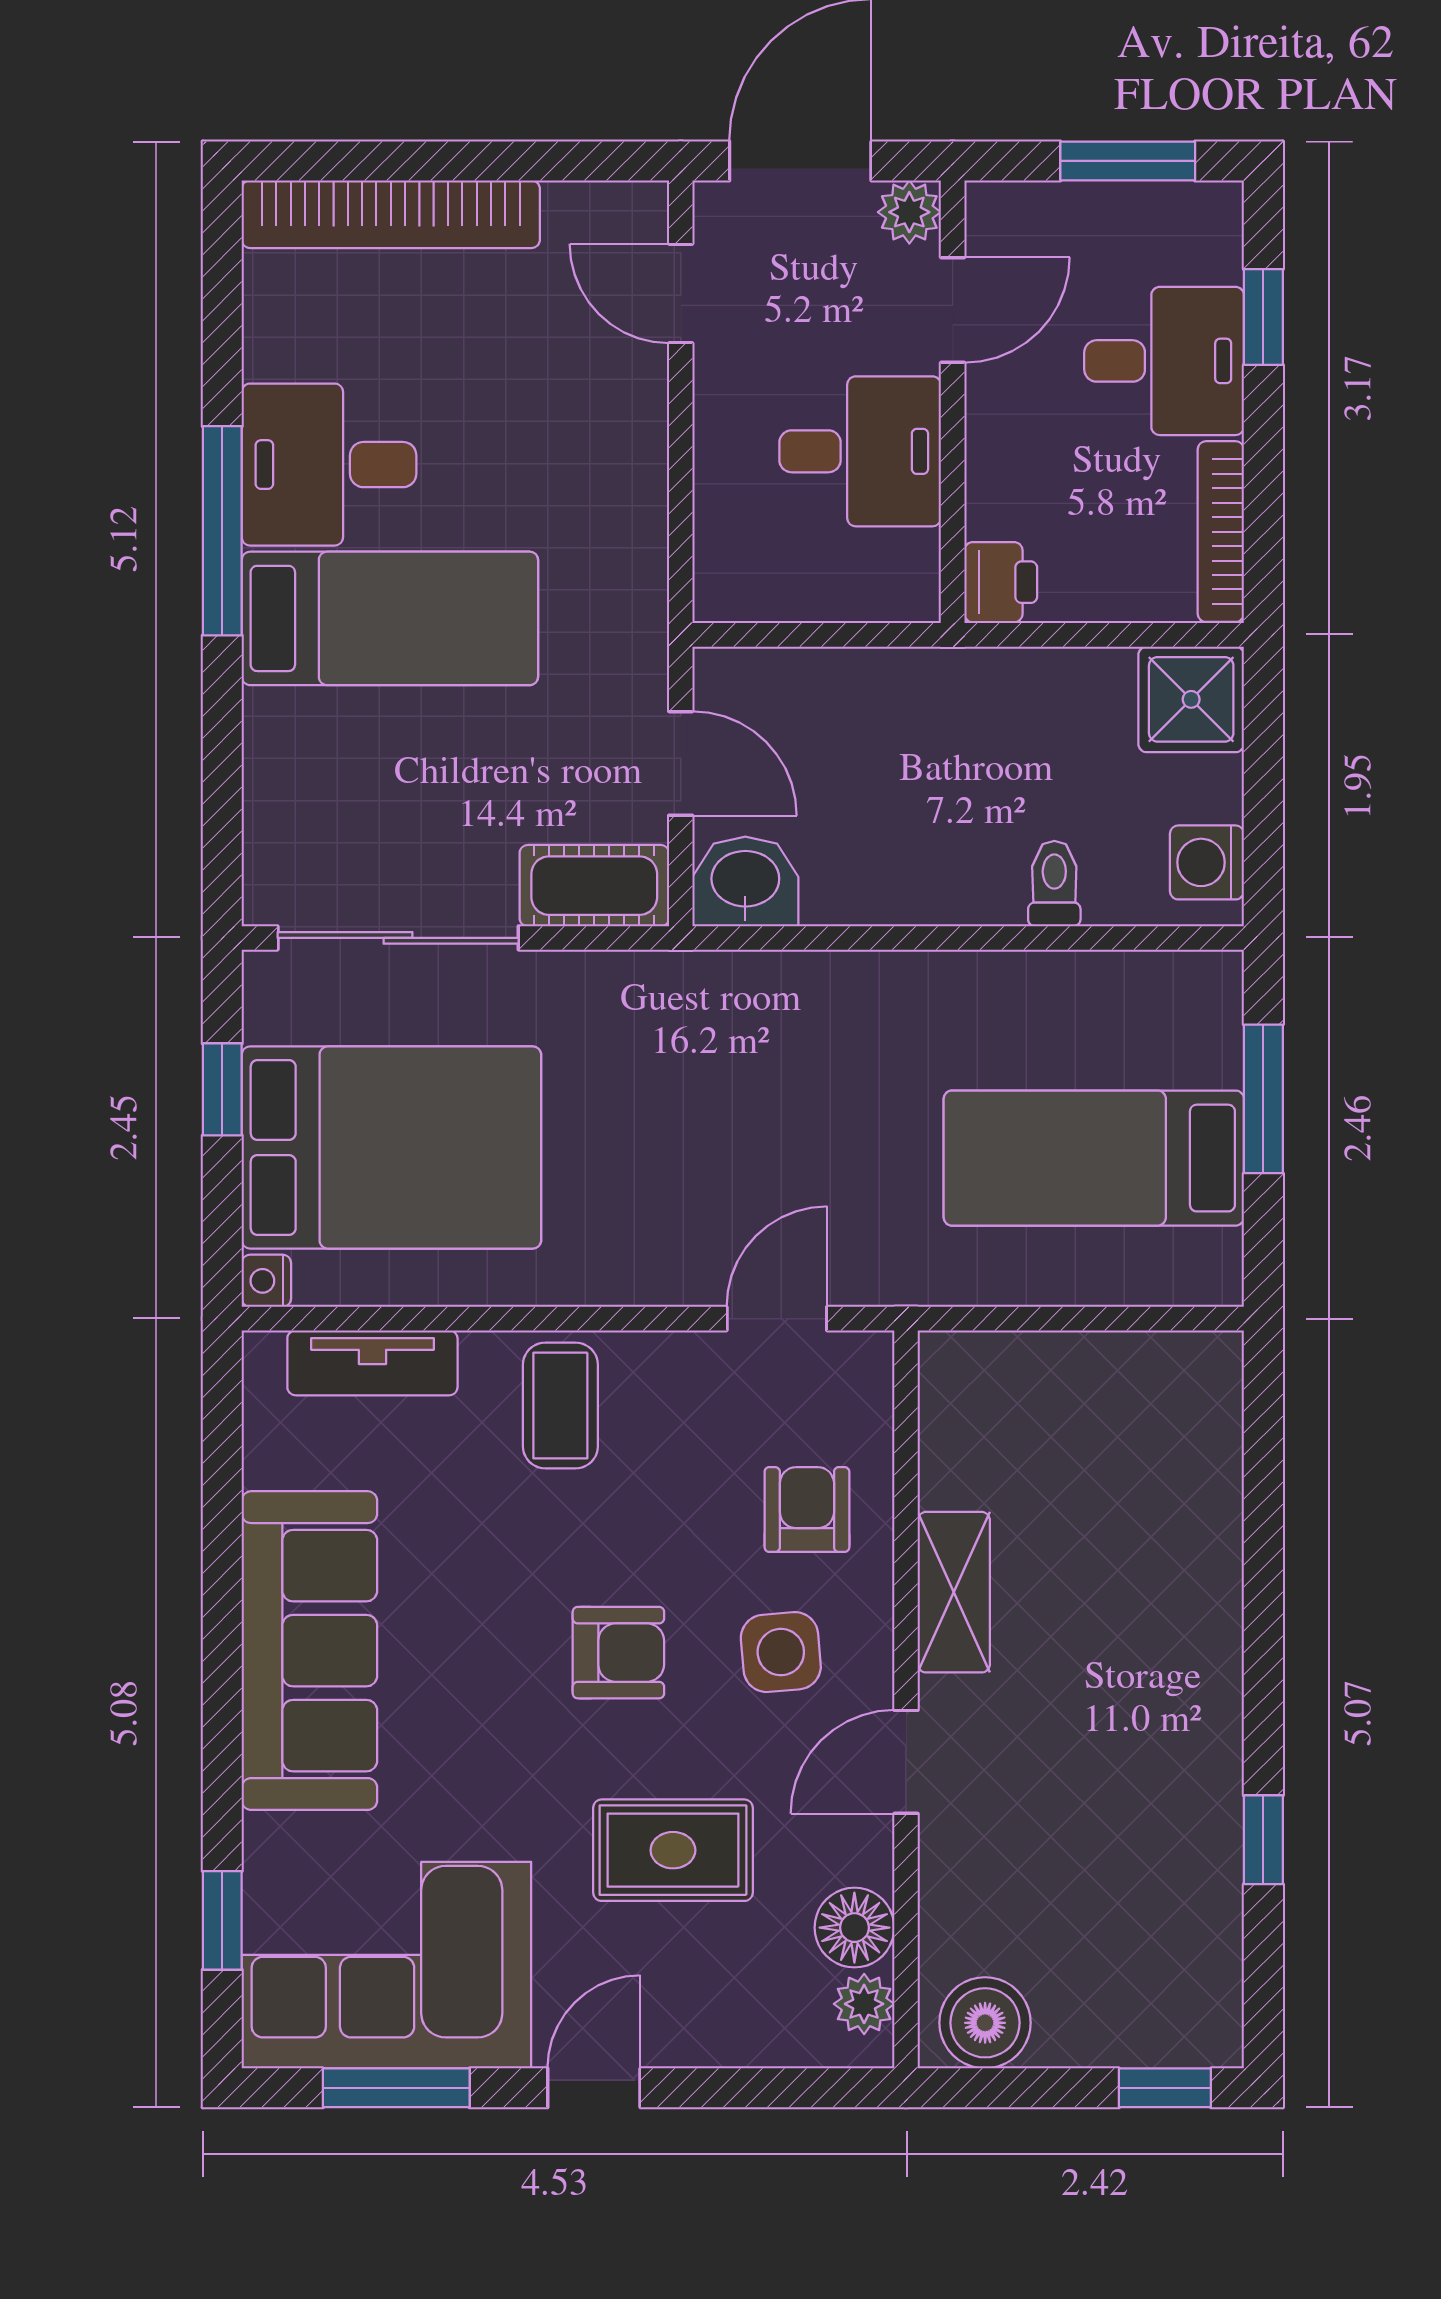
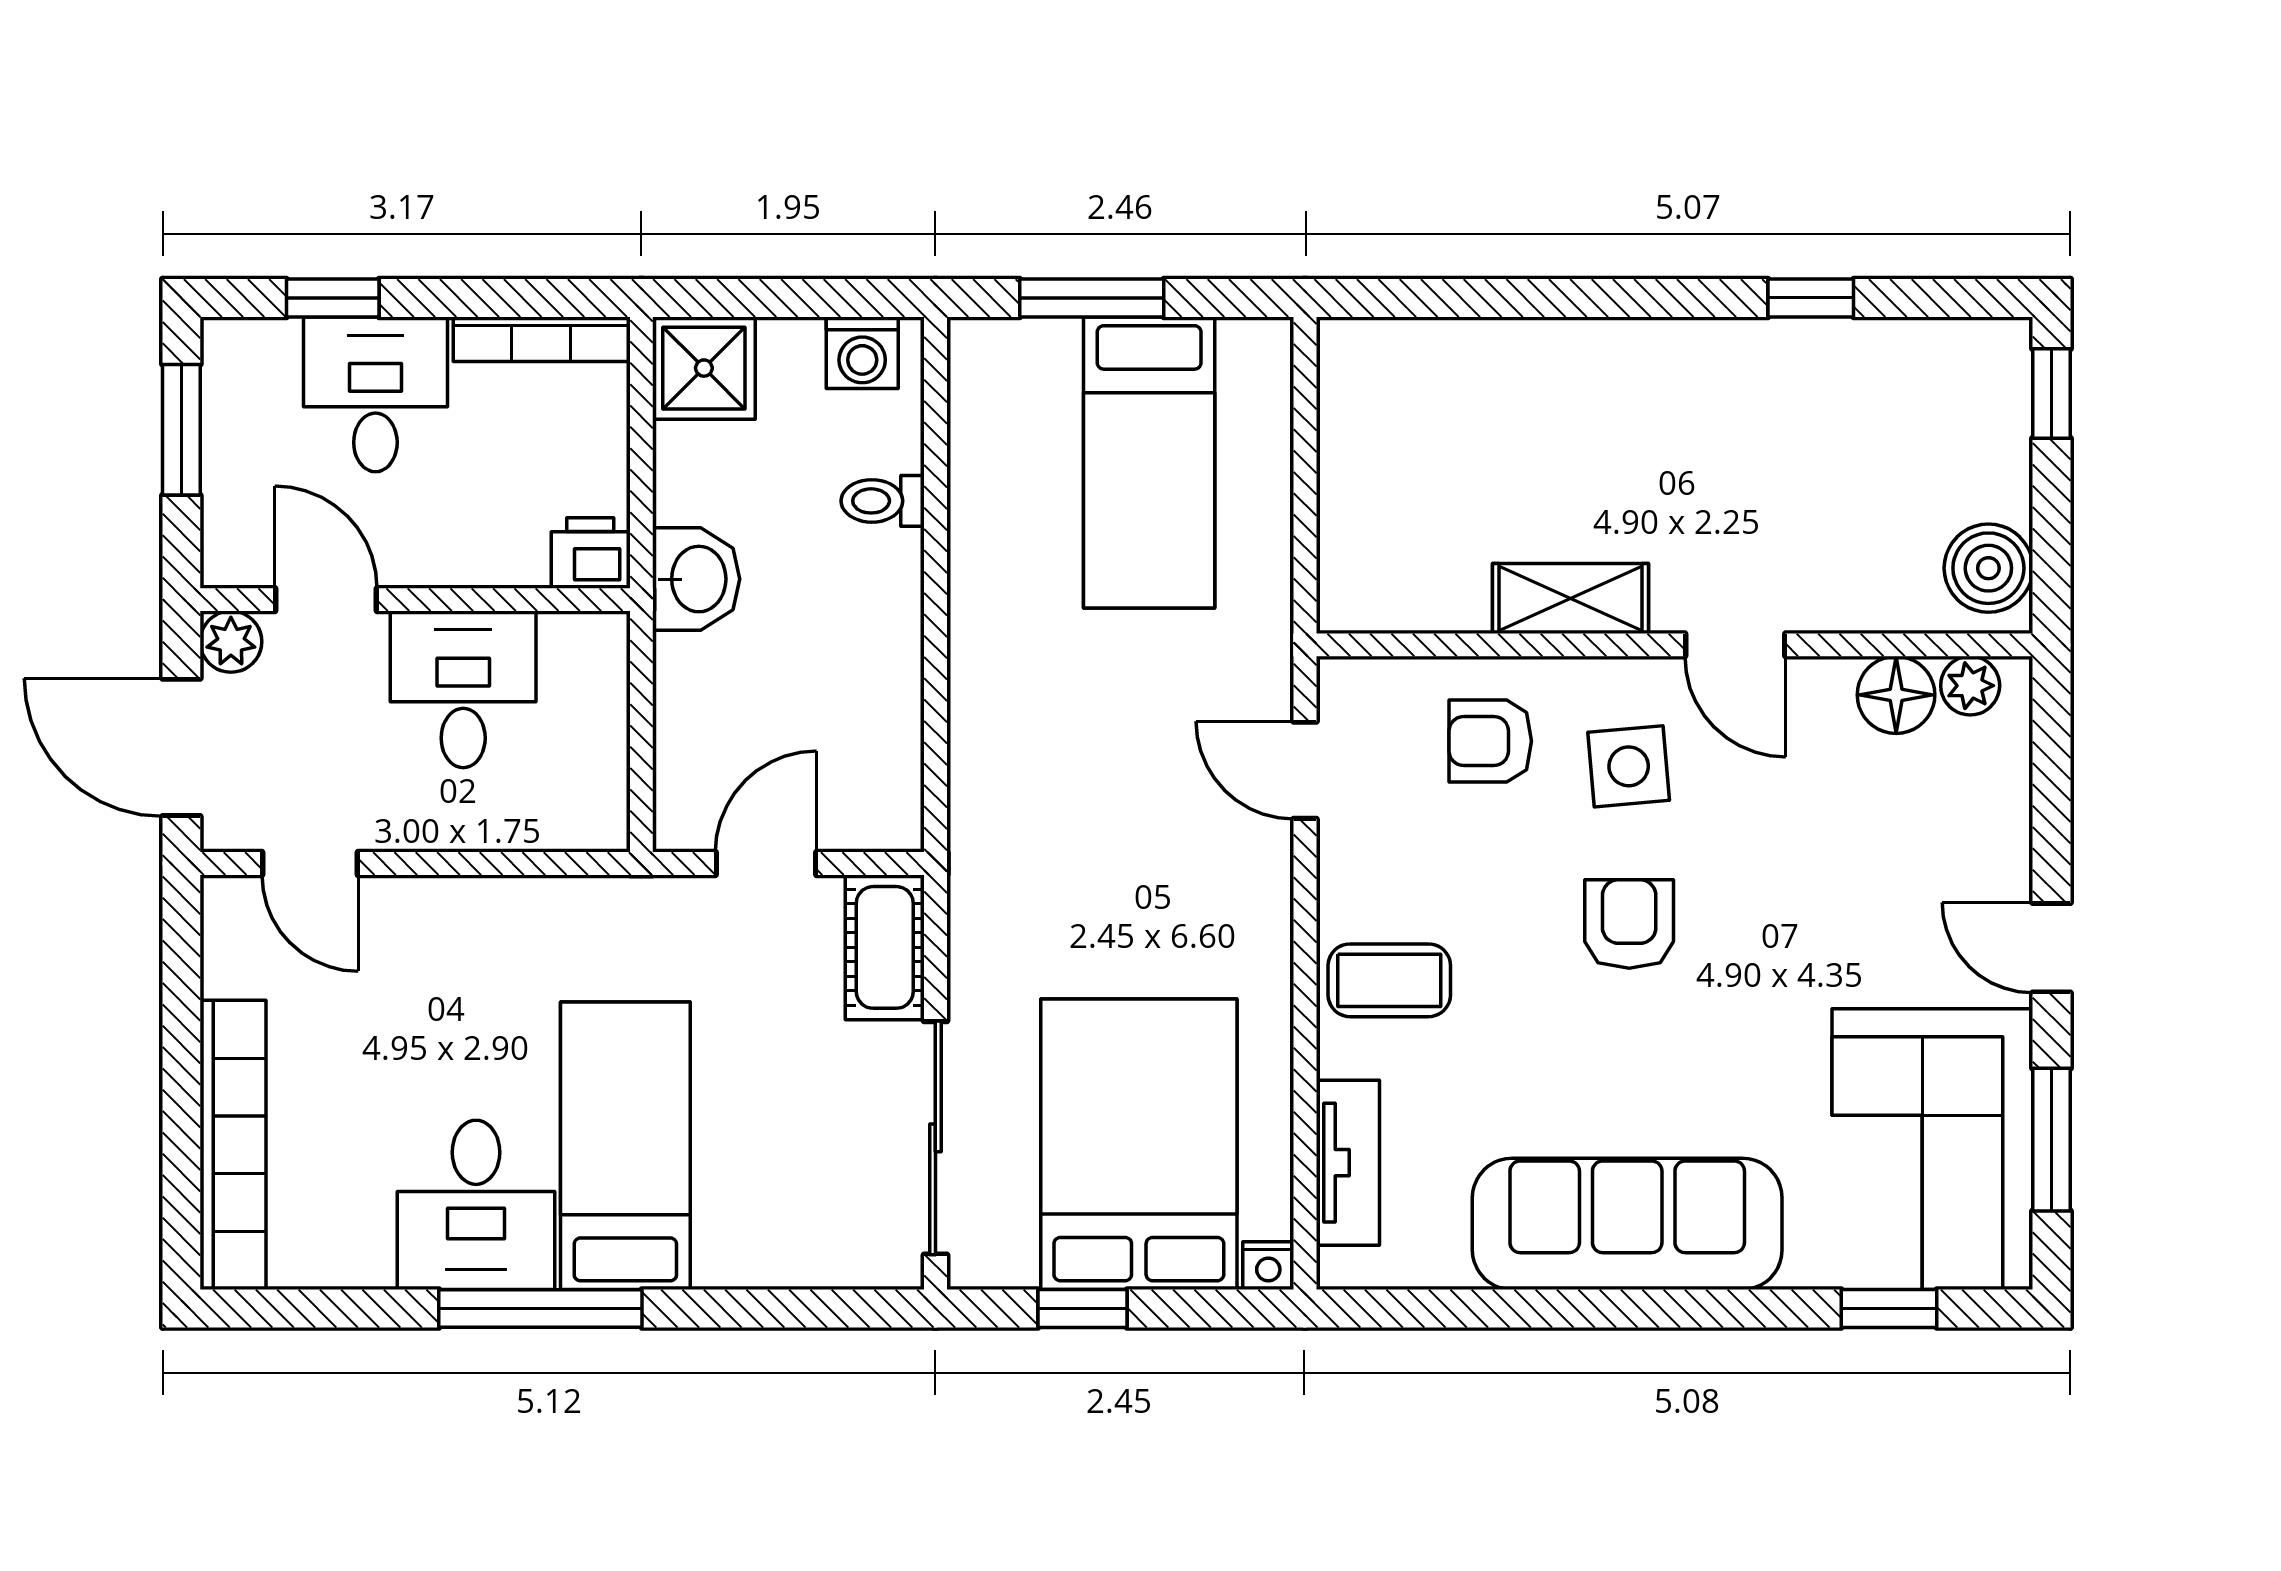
door: (681, 293) -> (310, 864), hinge flipped
washbasin: (745, 881) -> (696, 579), moved, turned 180
rug: (673, 1850) -> (1821, 871), removed

